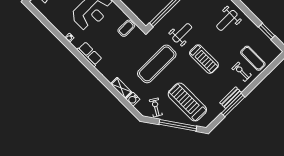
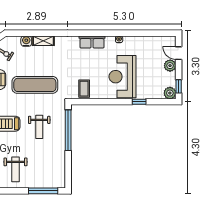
weight bench: (227, 20) -> (15, 169), turned 180
exercise mat: (157, 64) -> (35, 85), turned 90

